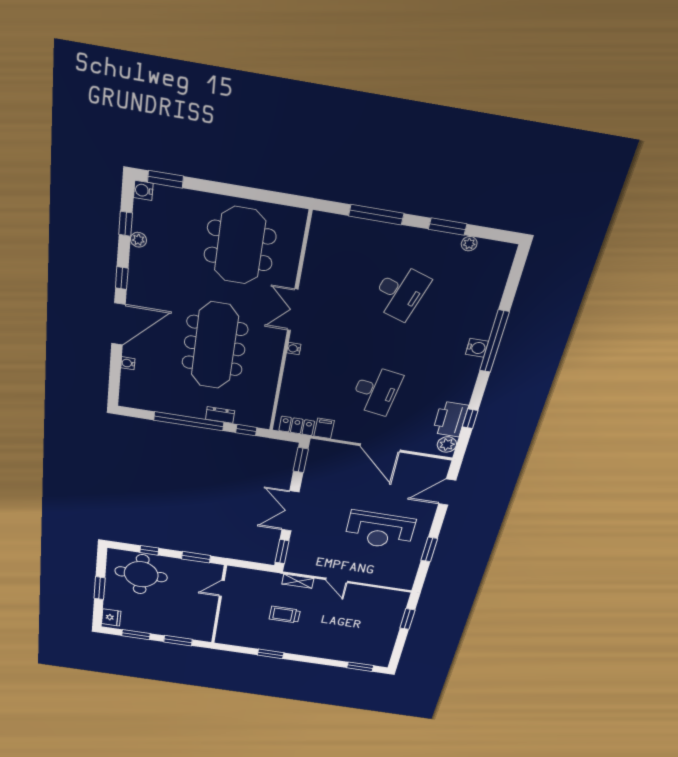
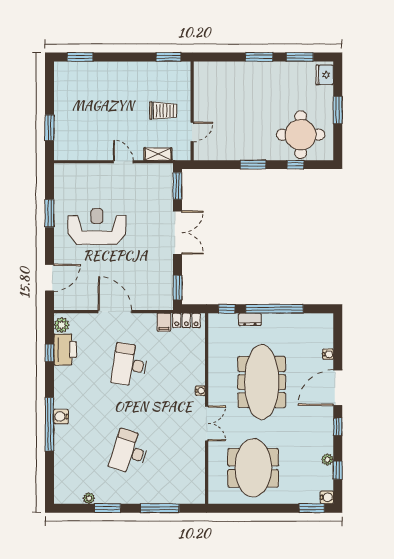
door: (222, 588) -> (192, 132), moved
wall: (219, 605) -> (192, 111), moved

